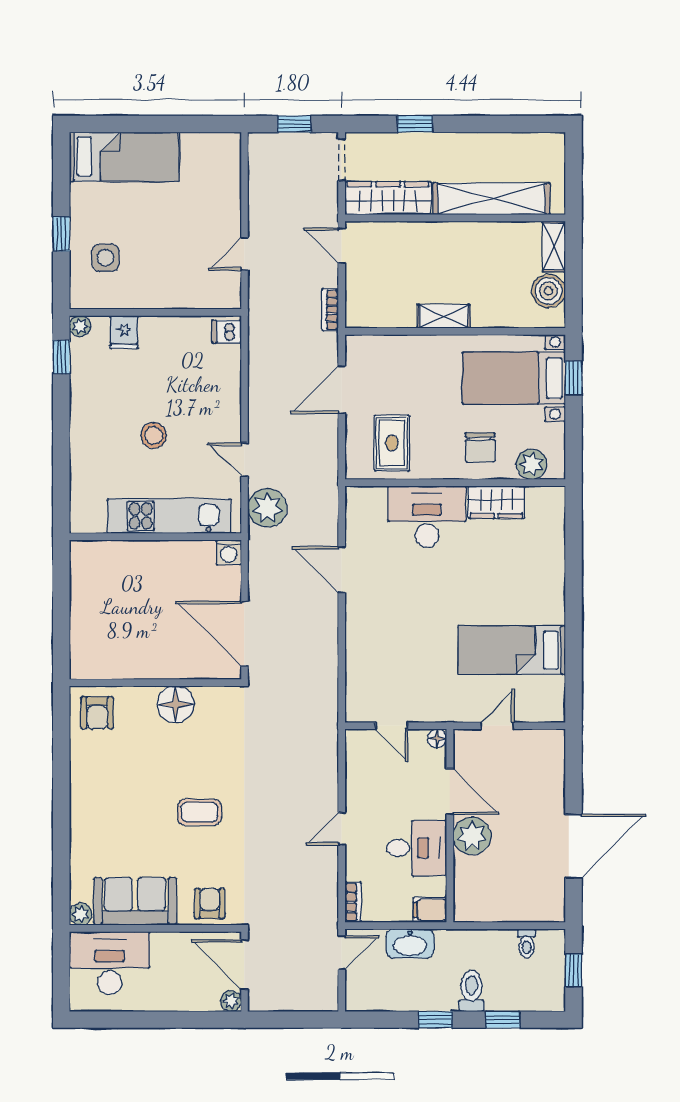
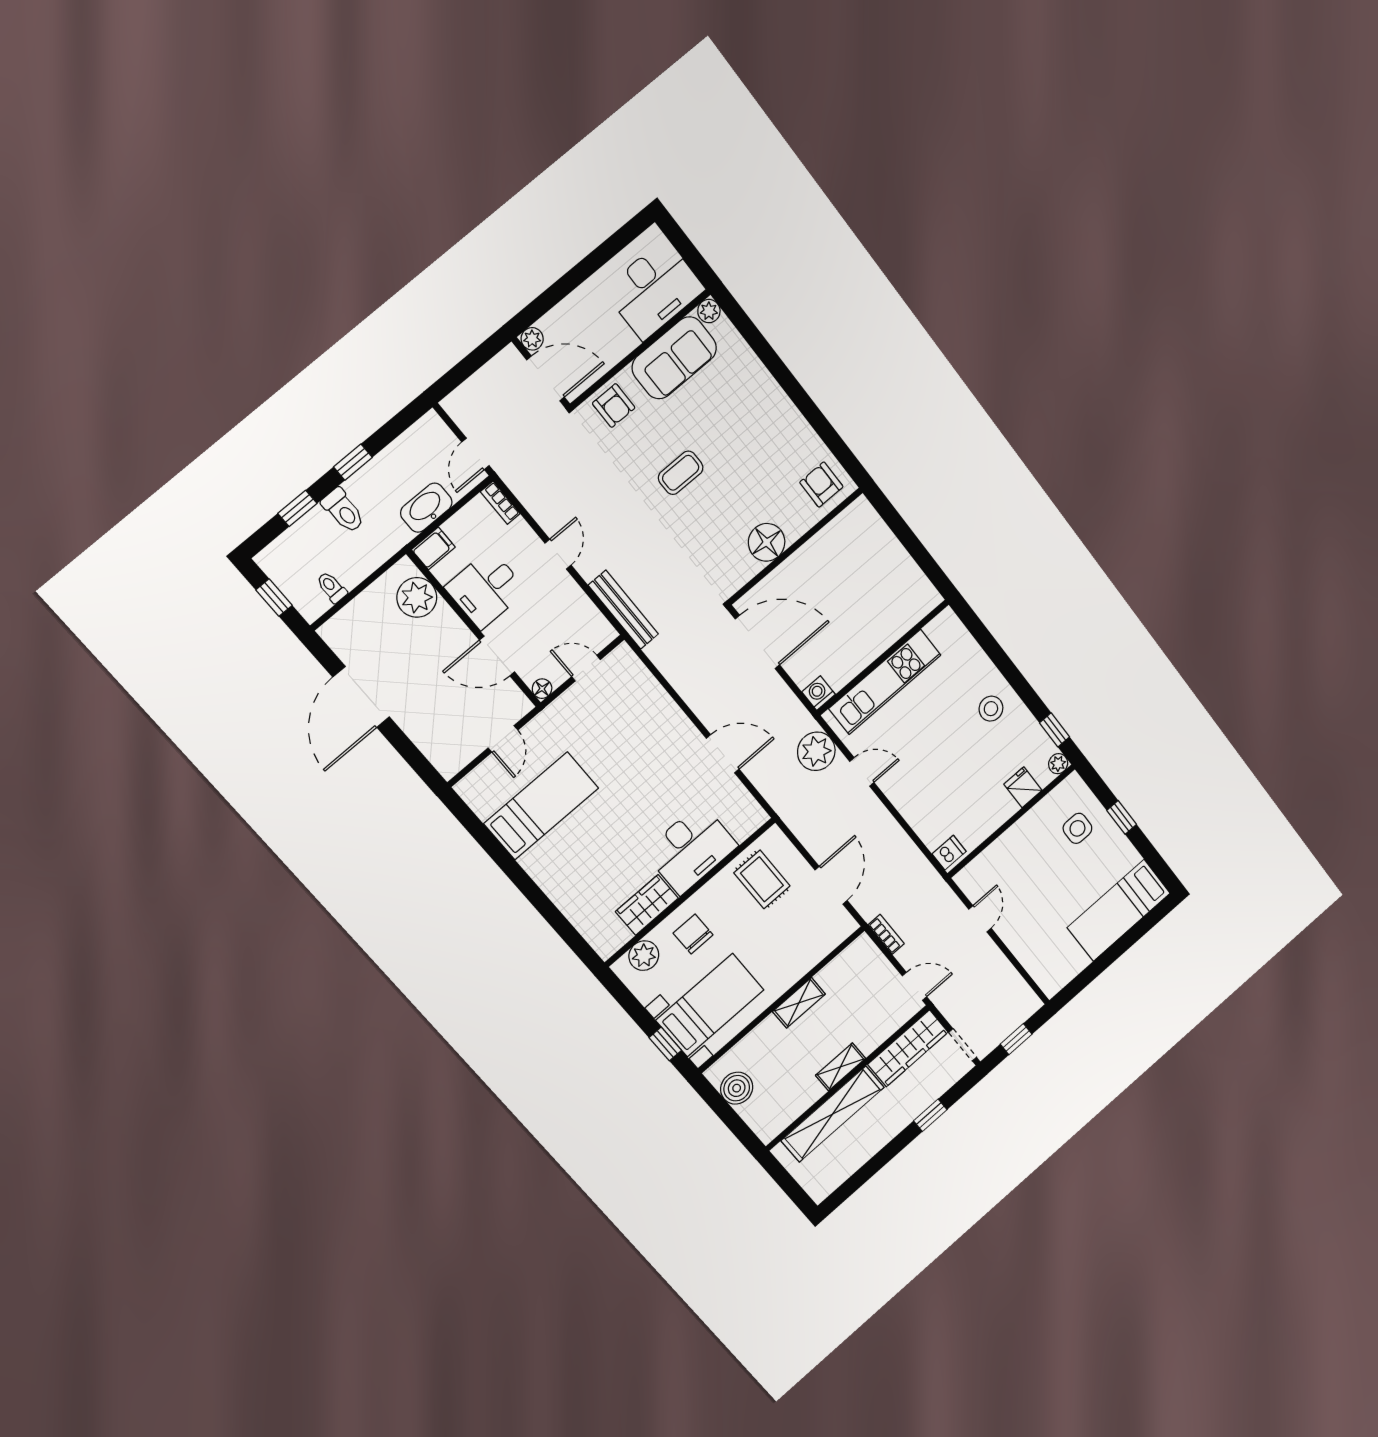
shelving: (554, 247) -> (841, 1067), moved, turned 90
stool: (154, 436) -> (991, 709), moved
bench: (327, 746) -> (623, 610), added
plant: (472, 836) -> (417, 597), moved

